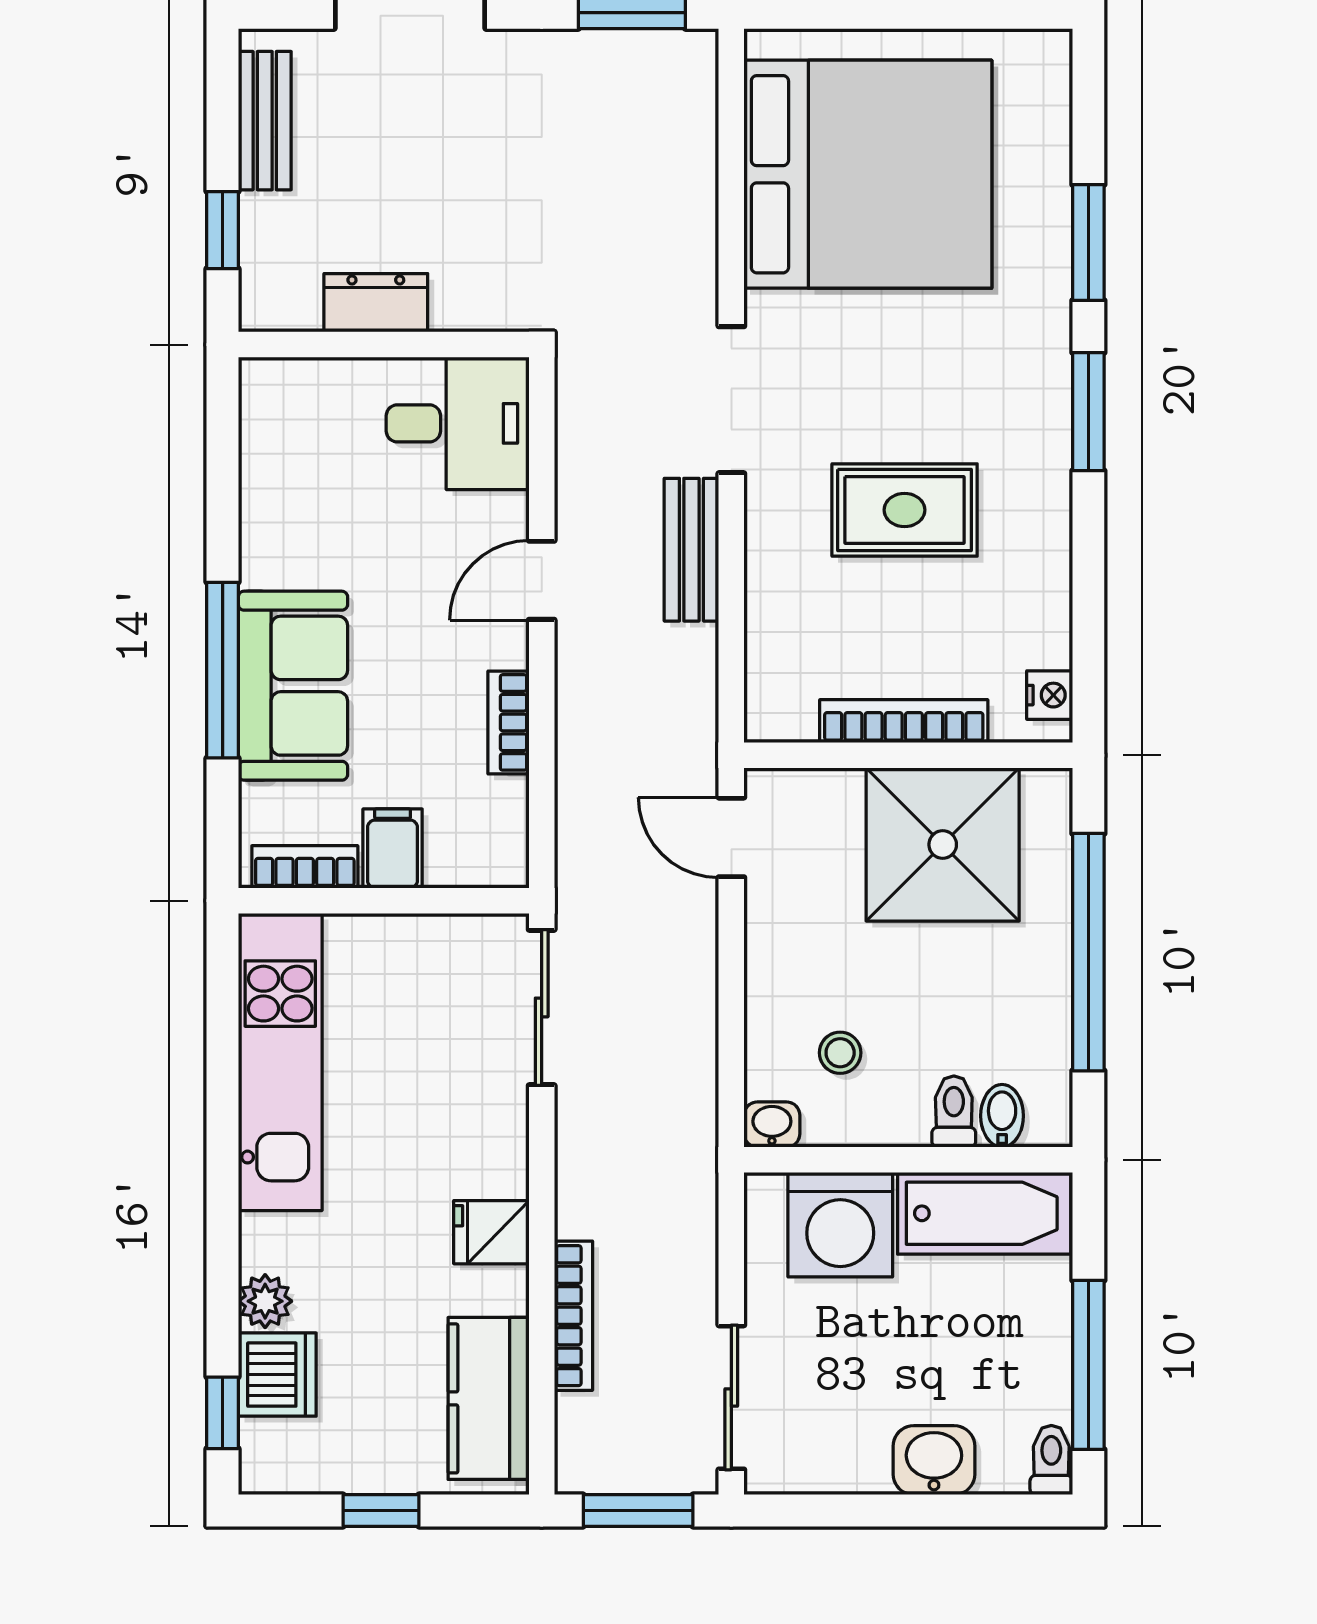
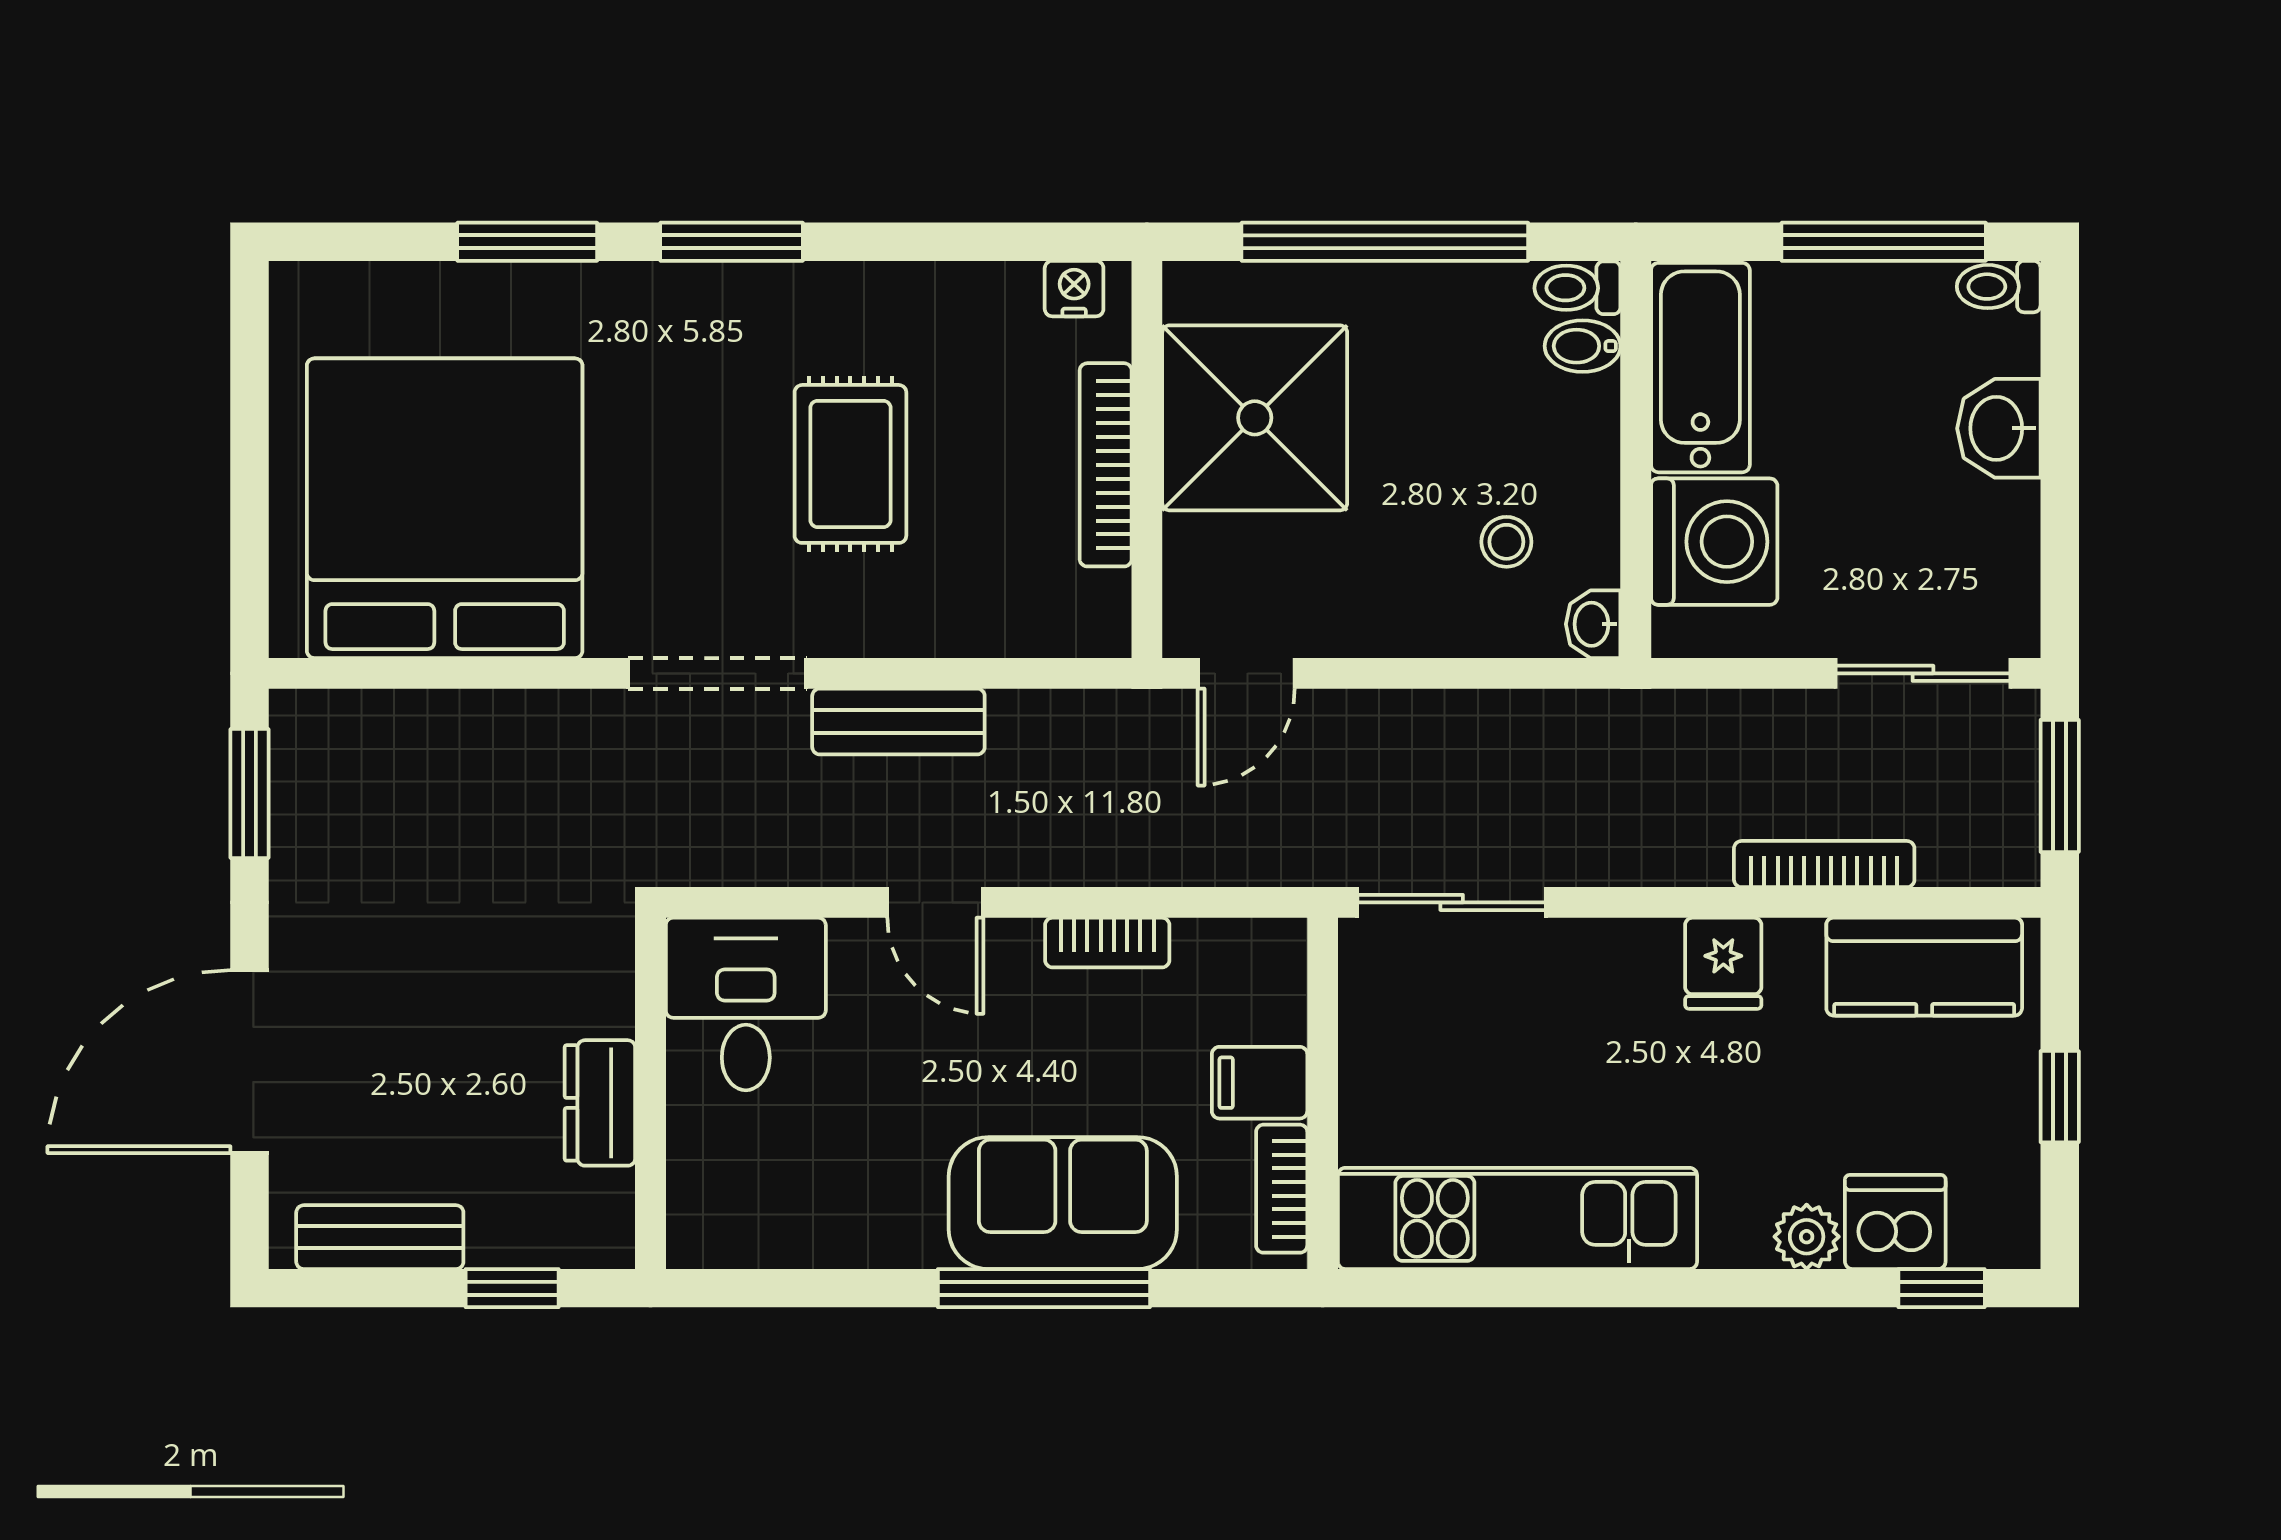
toilet: (954, 1112) -> (1577, 288), moved

